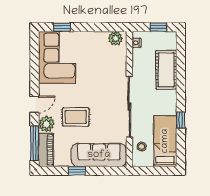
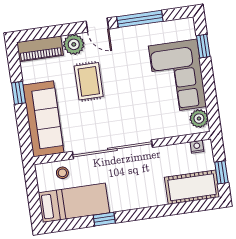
corner sofa: (57, 57) -> (177, 76), moved, turned 90
cot: (166, 70) -> (192, 187), moved
window: (35, 143) -> (140, 19), moved

